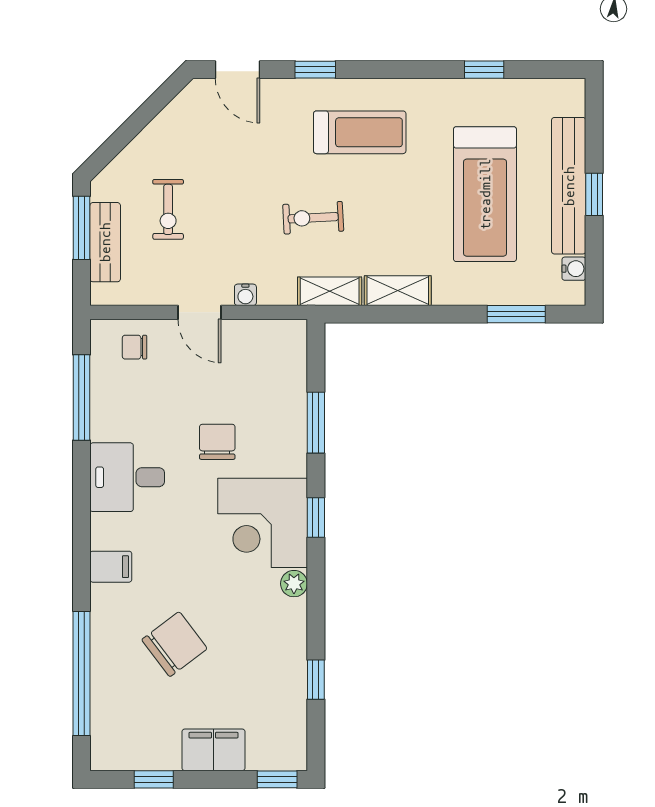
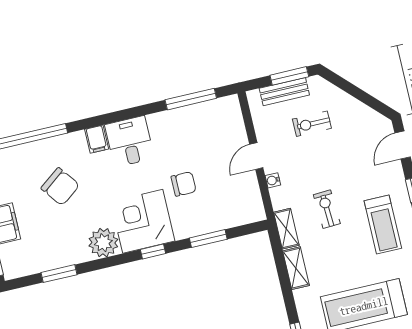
chair: (134, 347) -> (227, 123), removed
desk: (127, 477) -> (130, 141), moved
plant: (294, 584) -> (103, 243), width x1.87, depth x1.87
window: (316, 680) -> (59, 274), width x1.50

